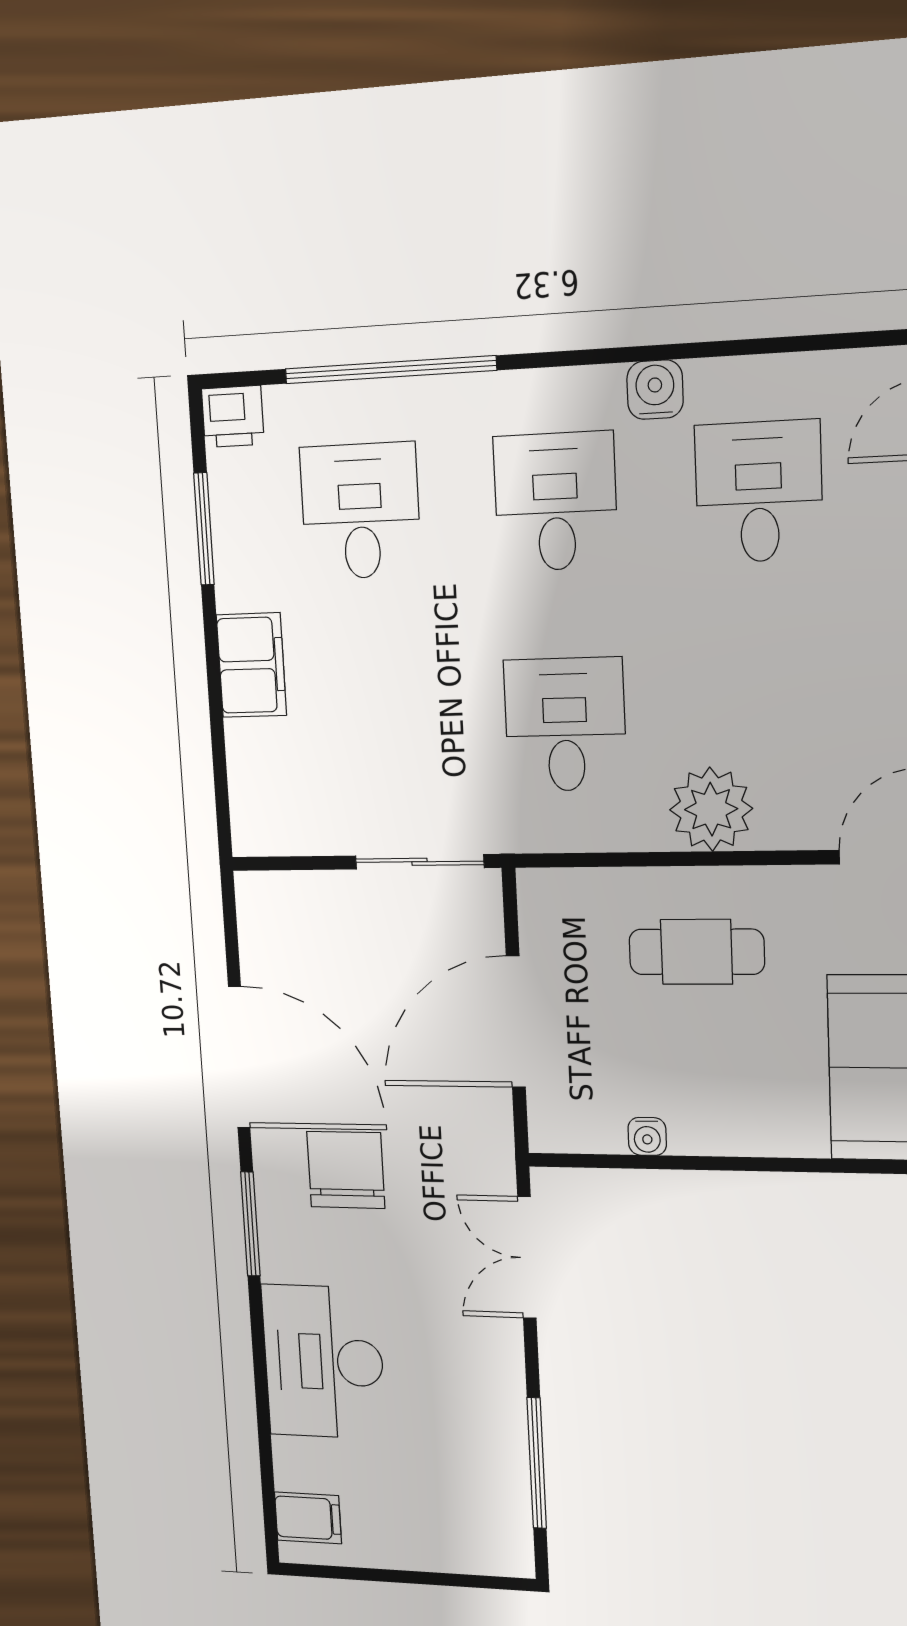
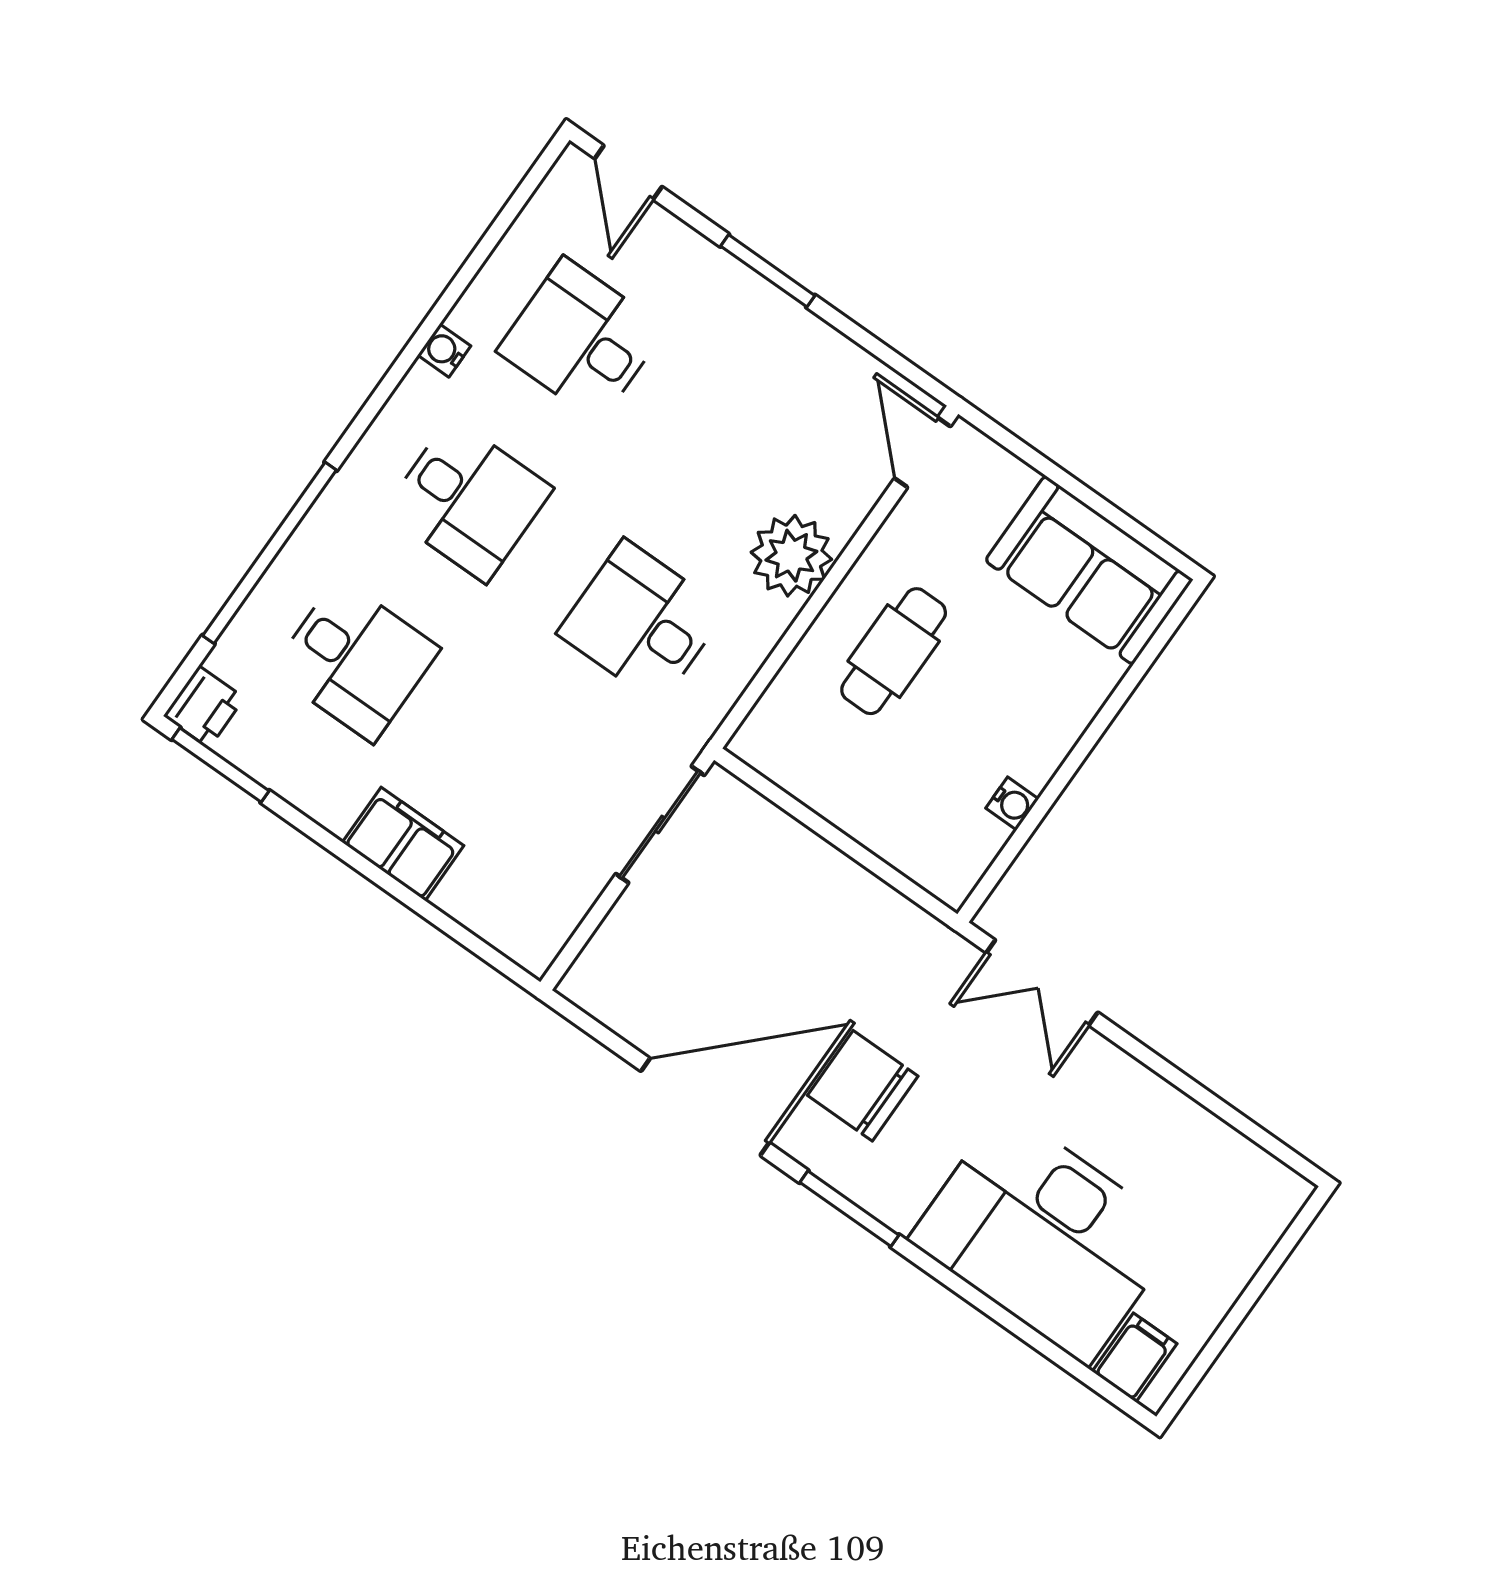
water cooler: (655, 390) -> (444, 351), width x0.72, depth x0.72
desk: (556, 502) -> (468, 500), turned 180
desk: (360, 511) -> (355, 660), turned 180
window: (204, 529) -> (221, 765), moved
door: (516, 1022) -> (844, 843), removed
desk: (324, 1362) -> (1045, 1236), width x1.36, depth x1.30
window: (537, 1463) -> (1220, 1108), removed

